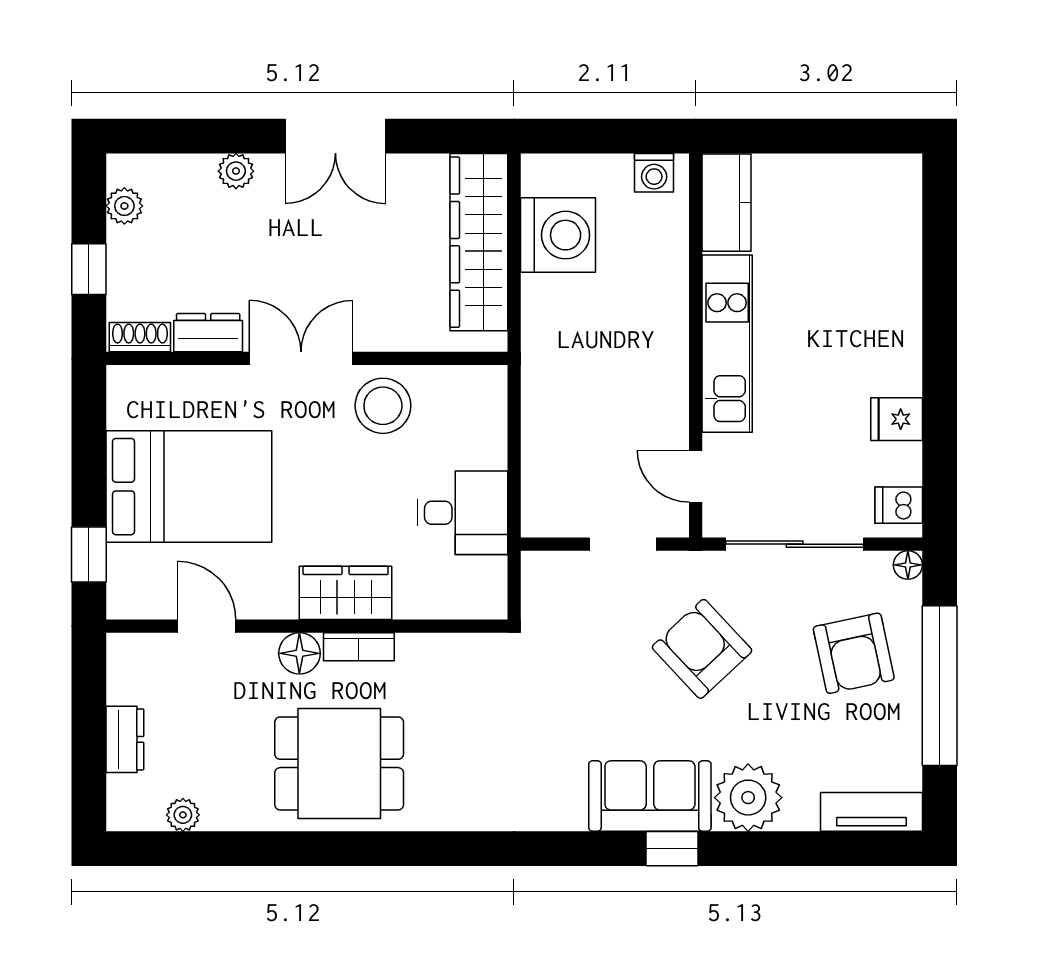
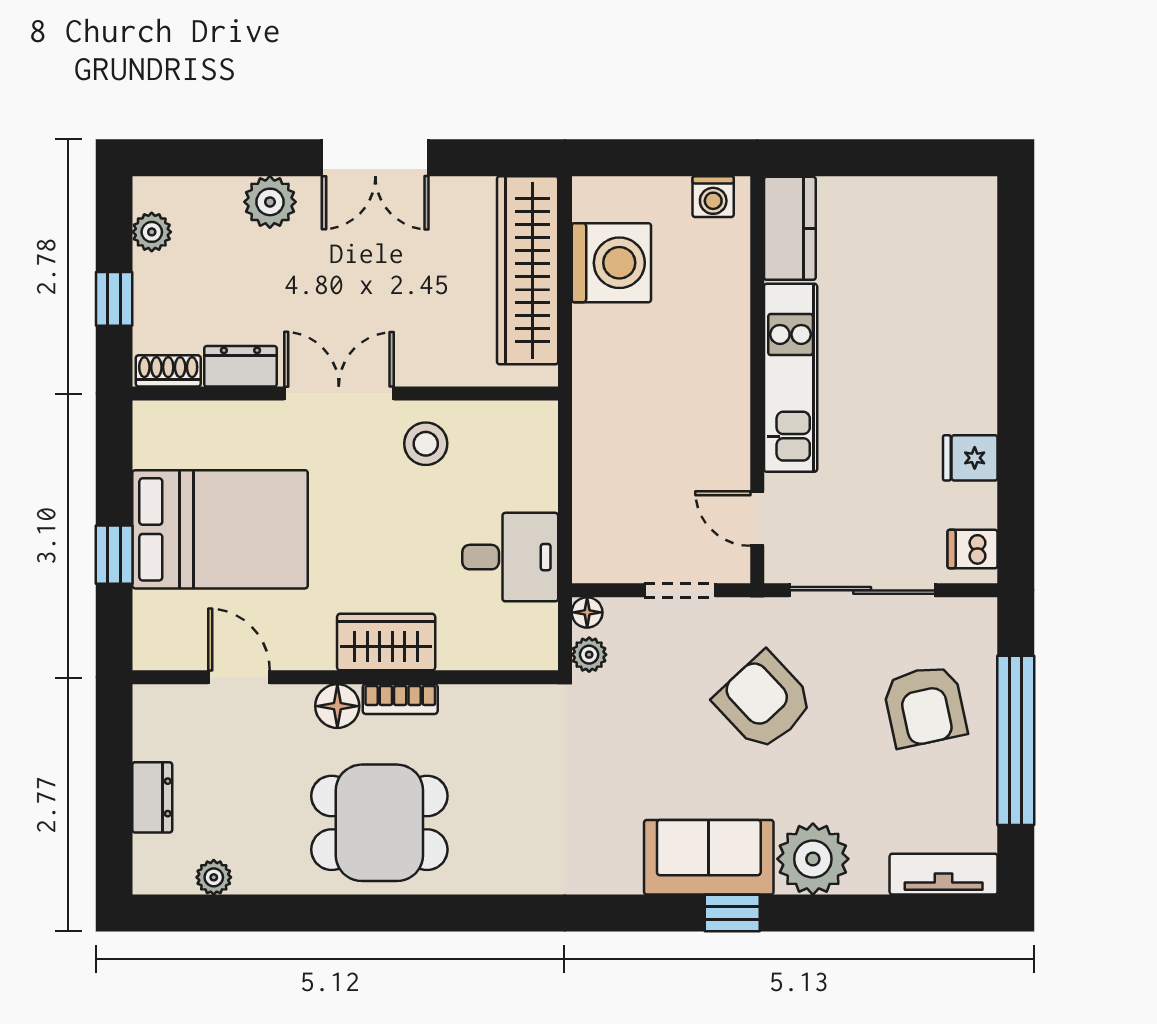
plant: (236, 171) -> (270, 202), width x1.38, depth x1.38
stool: (383, 406) -> (426, 444), width x0.73, depth x0.73
window: (89, 554) -> (114, 555), moved
floor lamp: (908, 565) -> (587, 612), moved
plant: (537, 605) -> (589, 655), added

